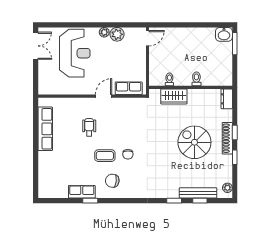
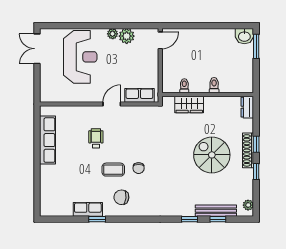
double door: (36, 46) -> (37, 49), swing flipped

